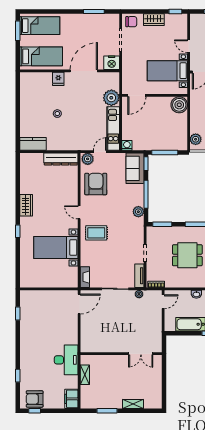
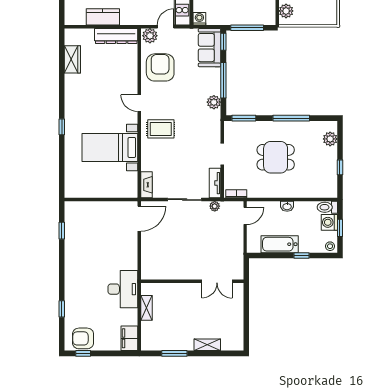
kitchen counter: (33, 144) -> (103, 17), moved
wardrobe: (26, 205) -> (72, 59), moved

